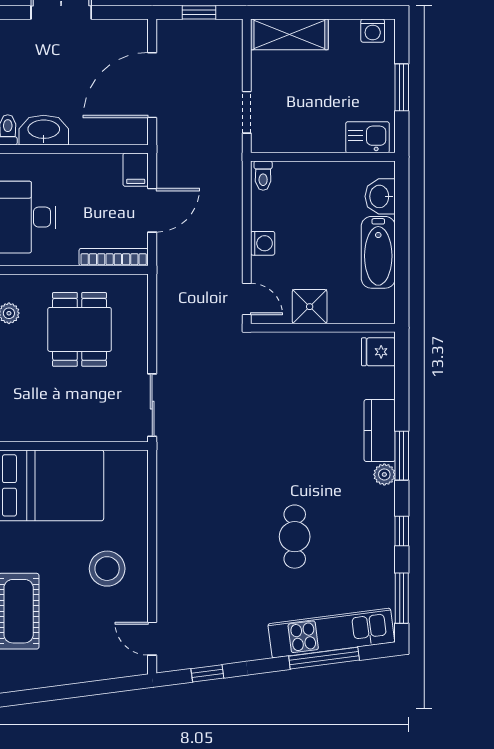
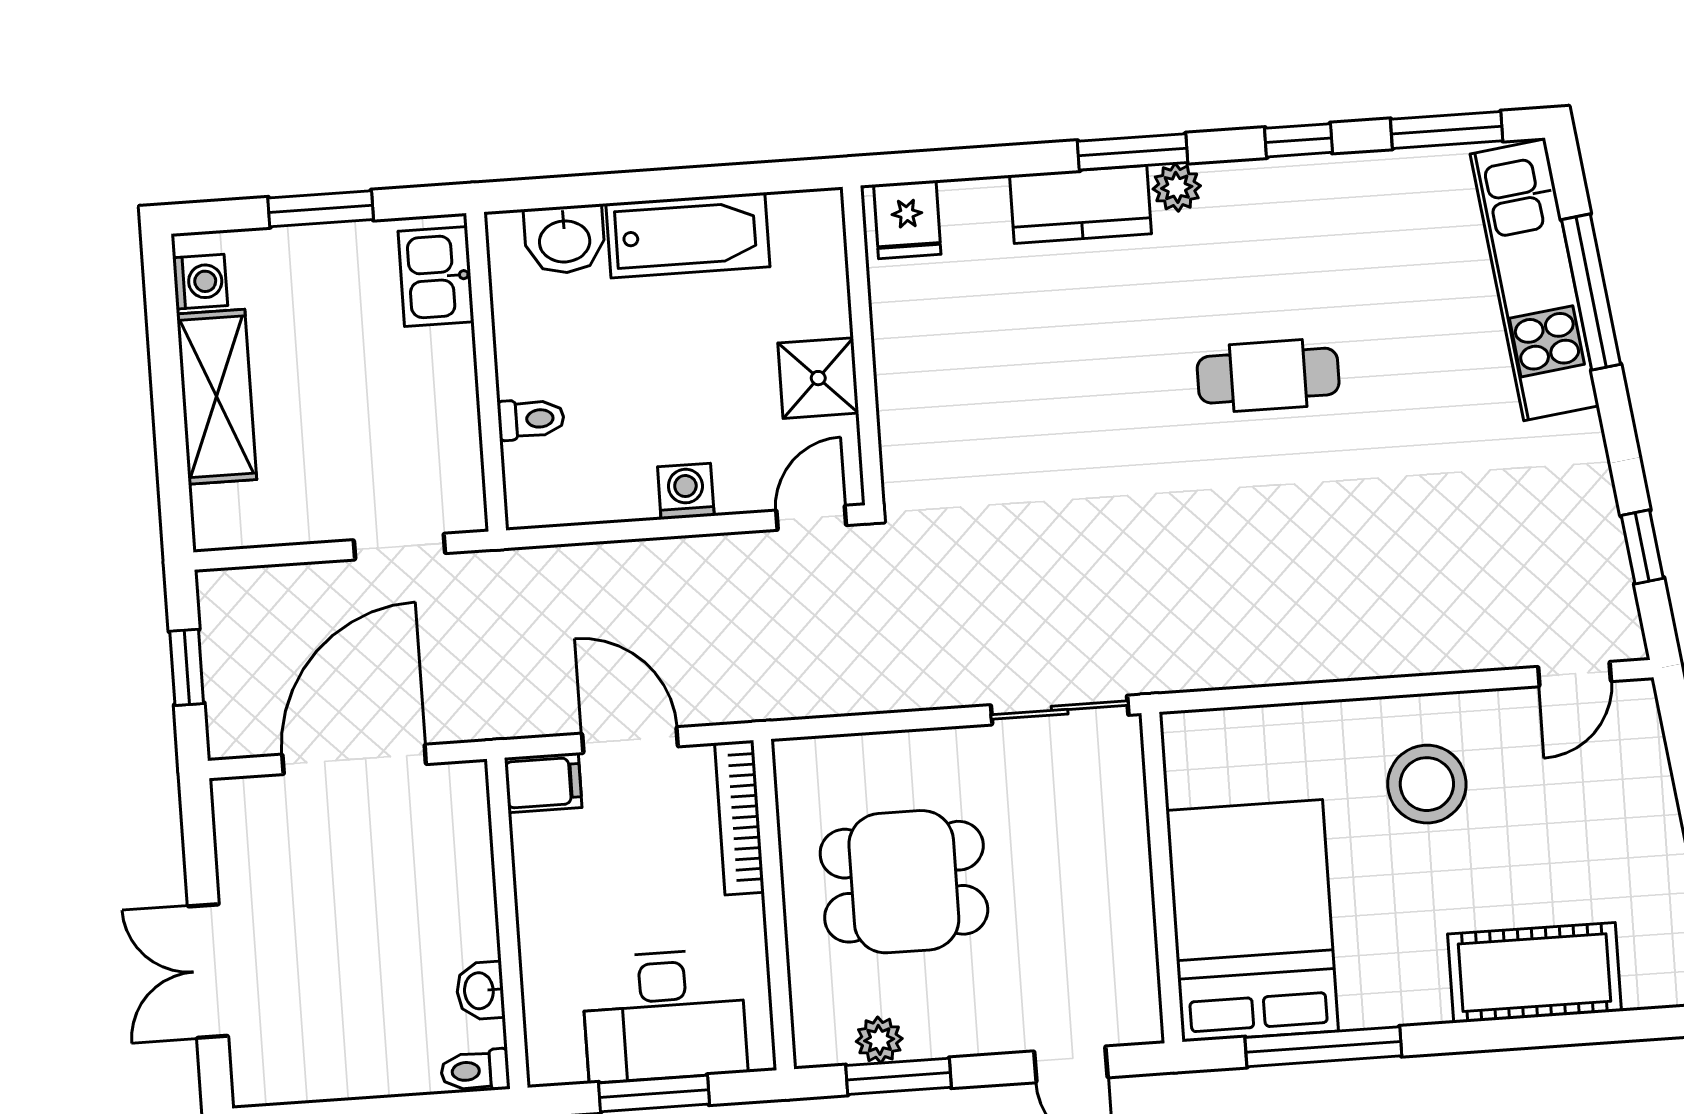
shelving: (289, 34) -> (217, 397), moved
door: (152, 85) -> (354, 759), swing flipped
washbasin: (44, 130) -> (480, 991), width x0.52, depth x0.69
toilet: (263, 176) -> (531, 419), moved
cafe table: (295, 537) -> (1268, 376), moved

